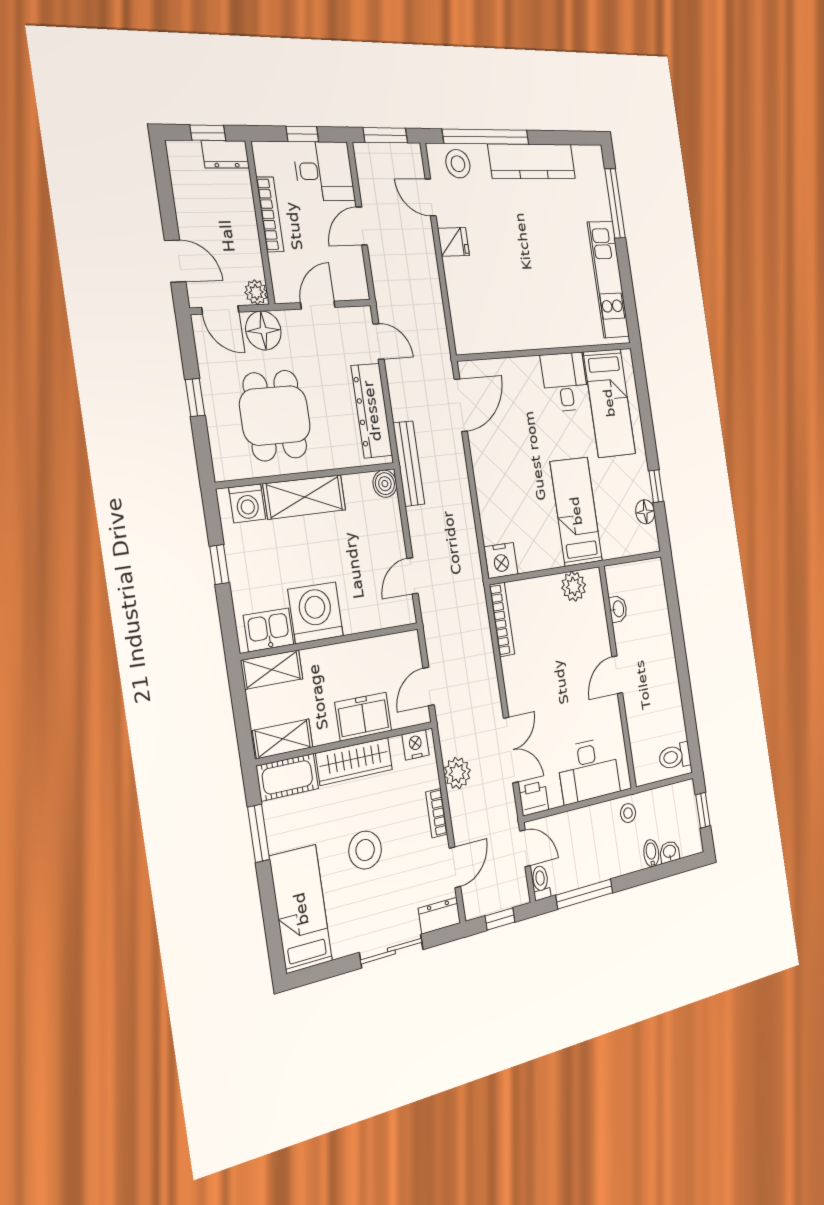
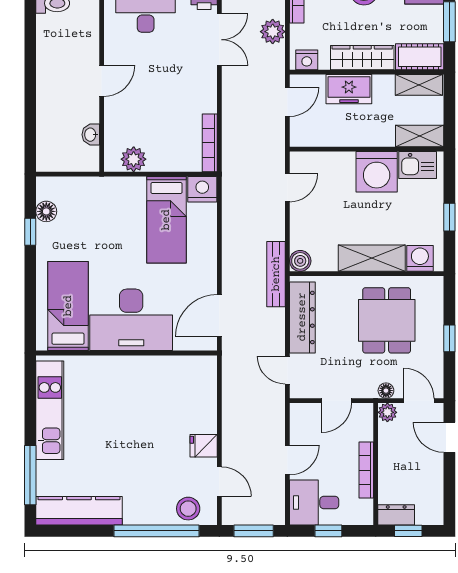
kitchen counter: (532, 161) -> (79, 511), moved
floor lamp: (263, 330) -> (386, 391), width x0.53, depth x0.53
desk: (565, 382) -> (131, 320), width x1.87, depth x1.30
bed: (576, 511) -> (166, 220), moved
double door: (511, 750) -> (219, 40), swing flipped

